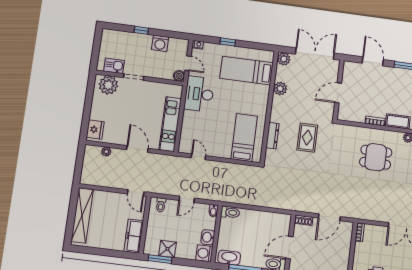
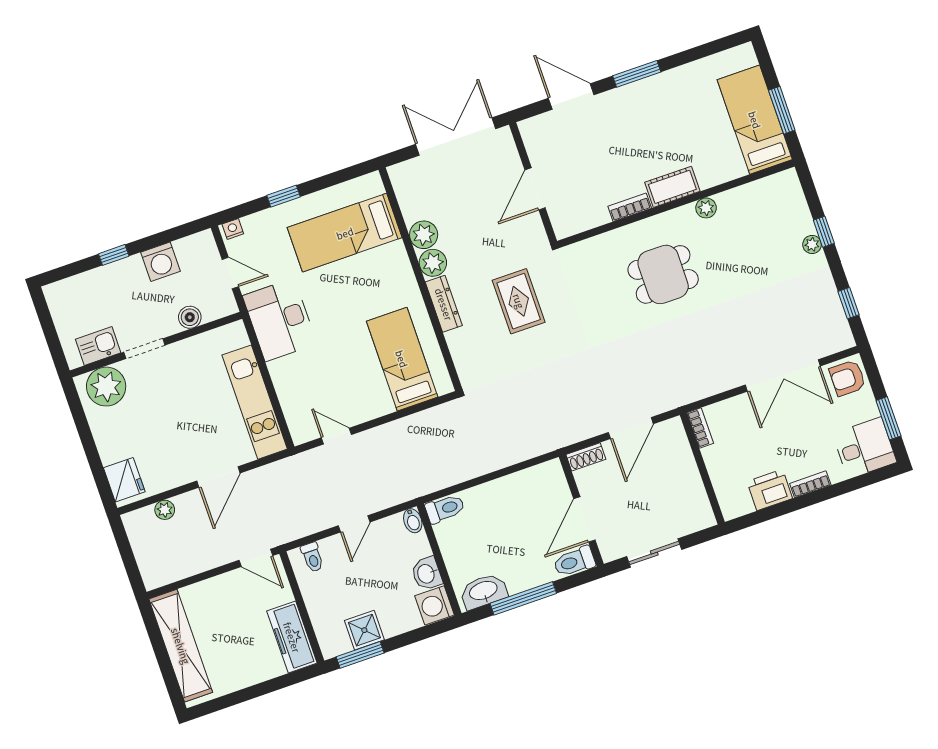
plant: (284, 59) -> (433, 263), moved
boiler: (179, 76) -> (190, 317), moved
dresser: (273, 136) -> (444, 304), moved
door: (137, 149) -> (218, 477), swing flipped

